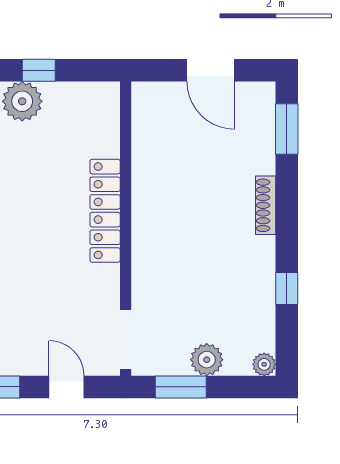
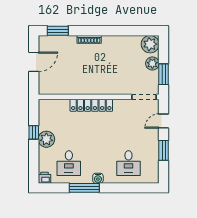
window: (287, 289) -> (123, 31), removed
plant: (264, 364) -> (150, 44), width x1.87, depth x1.87

